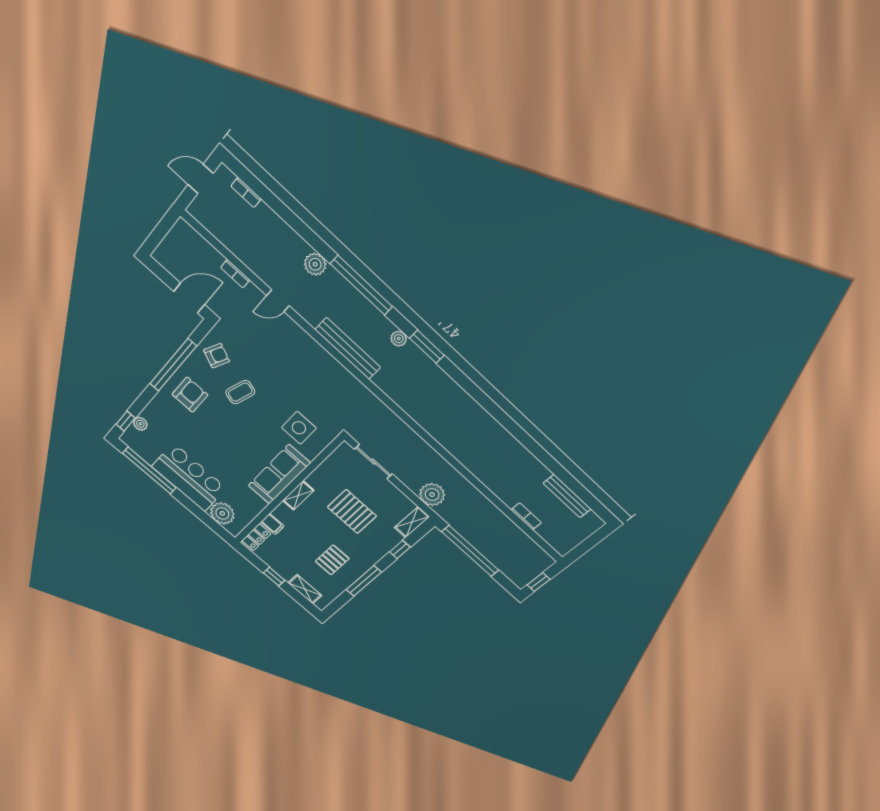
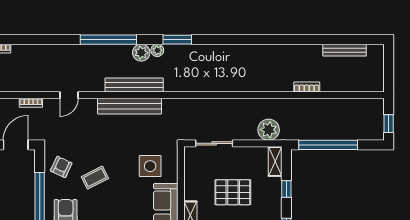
plant: (315, 264) -> (141, 53), moved
bench: (326, 363) -> (129, 106), added
coffee table: (240, 392) -> (95, 178), turned 46
bookcase: (526, 516) -> (307, 87), moved

